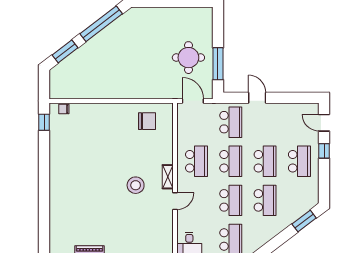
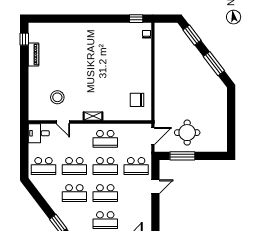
window: (101, 24) -> (214, 64), width x0.68
chair: (147, 121) -> (137, 100), turned 90
stool: (136, 185) -> (57, 97), moved
door: (175, 201) -> (63, 122), moved

